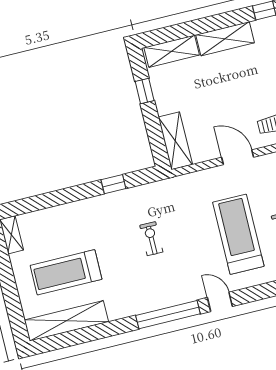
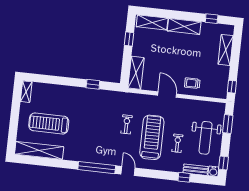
exercise bike: (151, 239) -> (127, 124), moved

